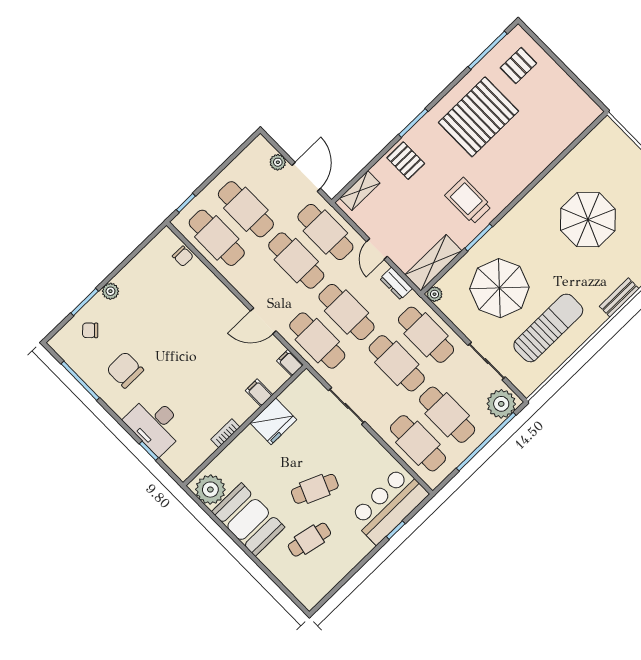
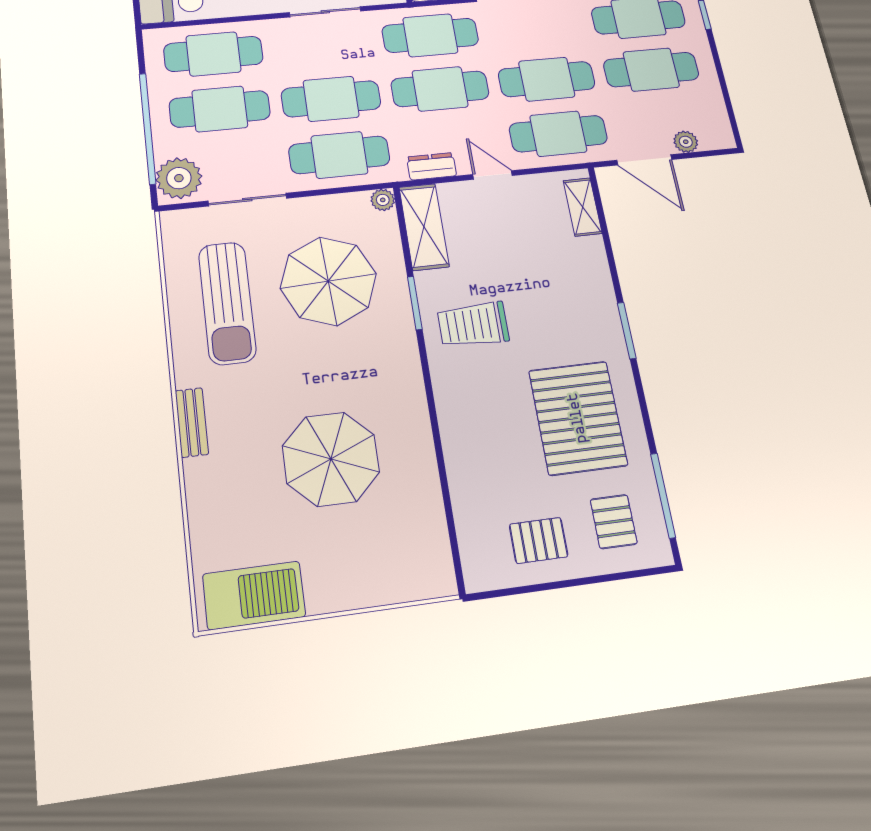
pallet: (406, 161) -> (539, 540), moved
trolley: (468, 201) -> (473, 325), turned 180

